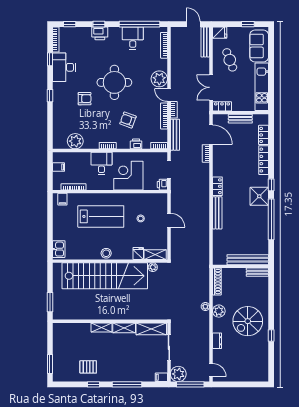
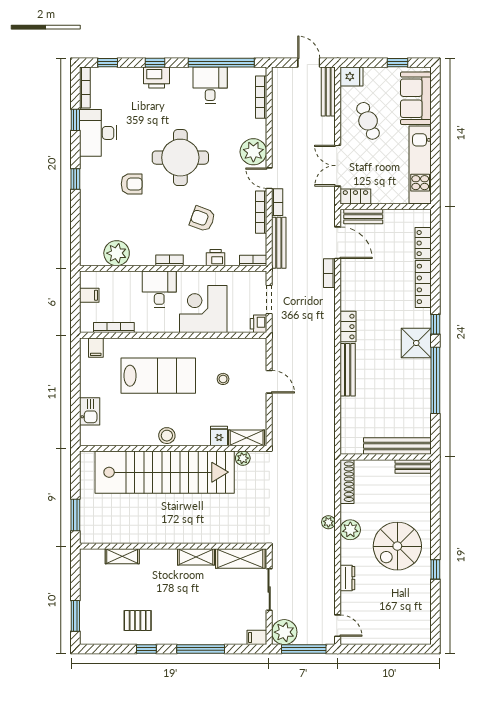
bench: (240, 119) -> (363, 217), moved
kitchen sink: (59, 249) -> (90, 411), moved
shelving: (102, 327) -> (122, 556), moved

